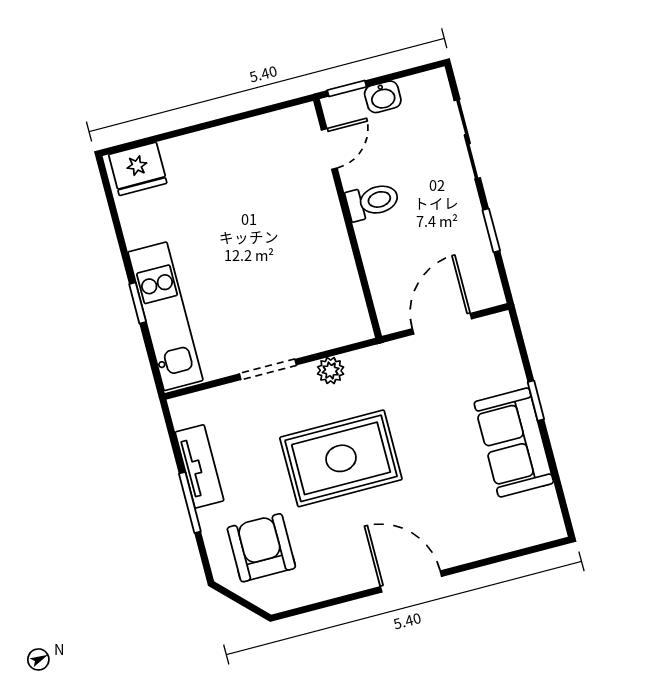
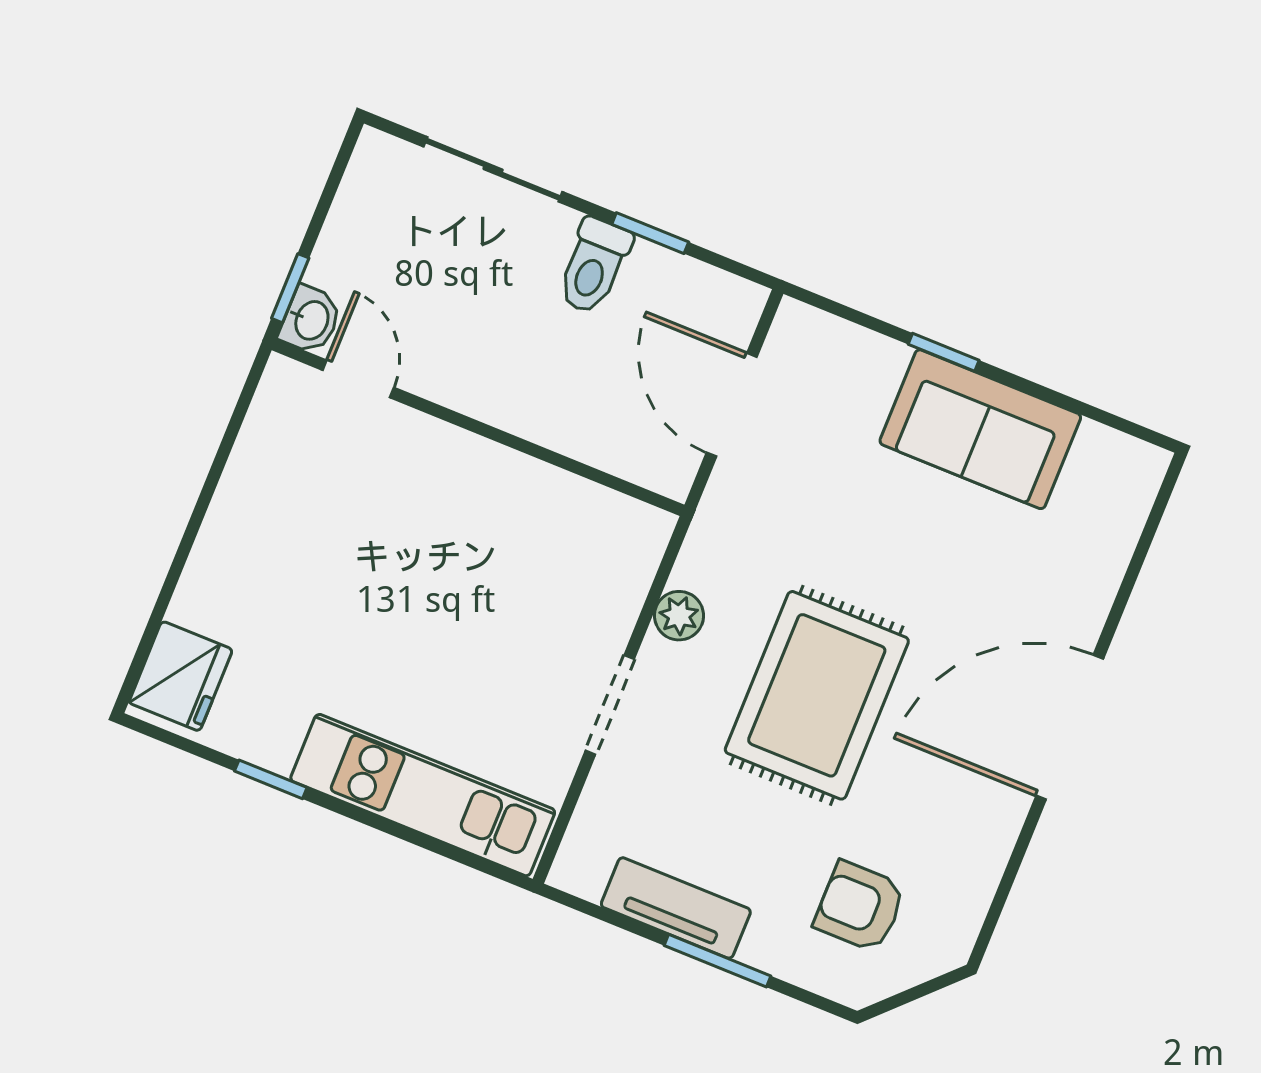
washbasin: (383, 97) -> (311, 320), moved
toilet: (373, 201) -> (594, 266), moved, turned 180
window: (138, 303) -> (271, 779), moved
armchair: (261, 548) -> (860, 906), width x0.72, depth x0.72
door: (411, 582) -> (1070, 727), width x1.36

